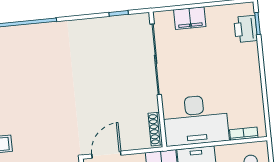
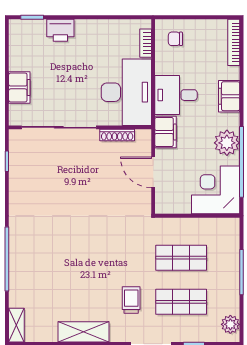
printer: (246, 29) -> (60, 30), moved
shoe rack: (155, 129) -> (117, 135), moved
door: (106, 155) -> (153, 172), moved

